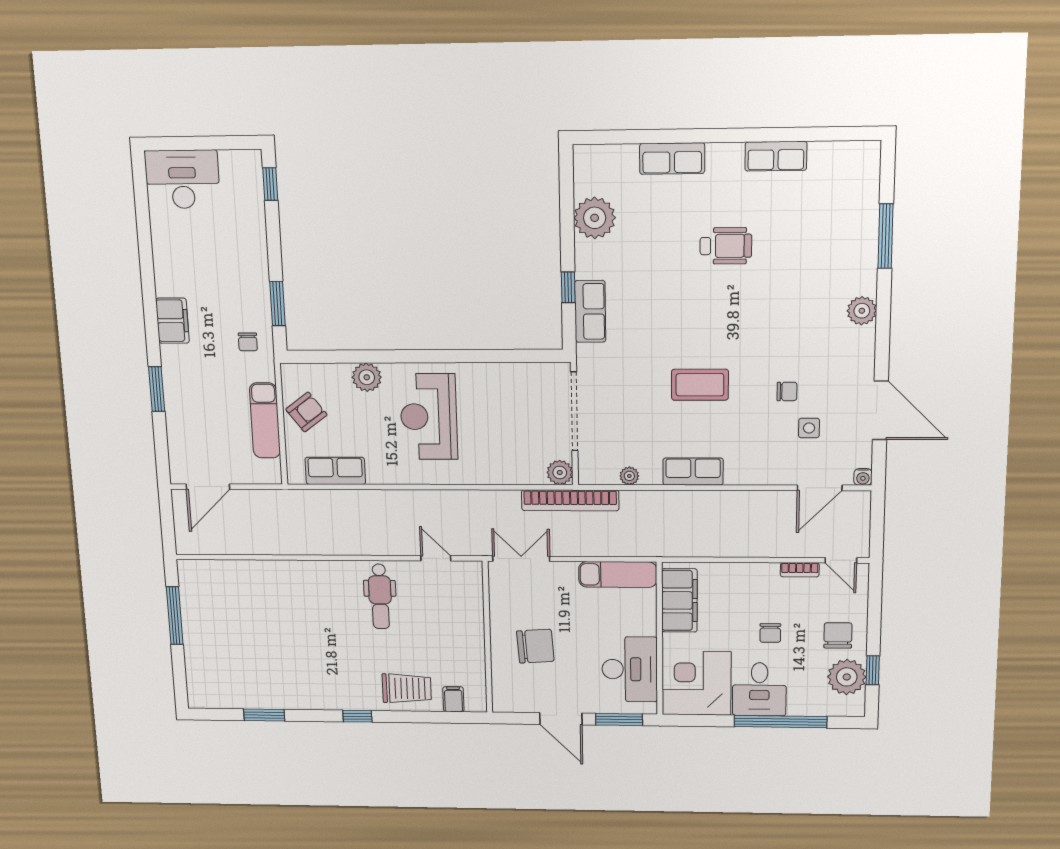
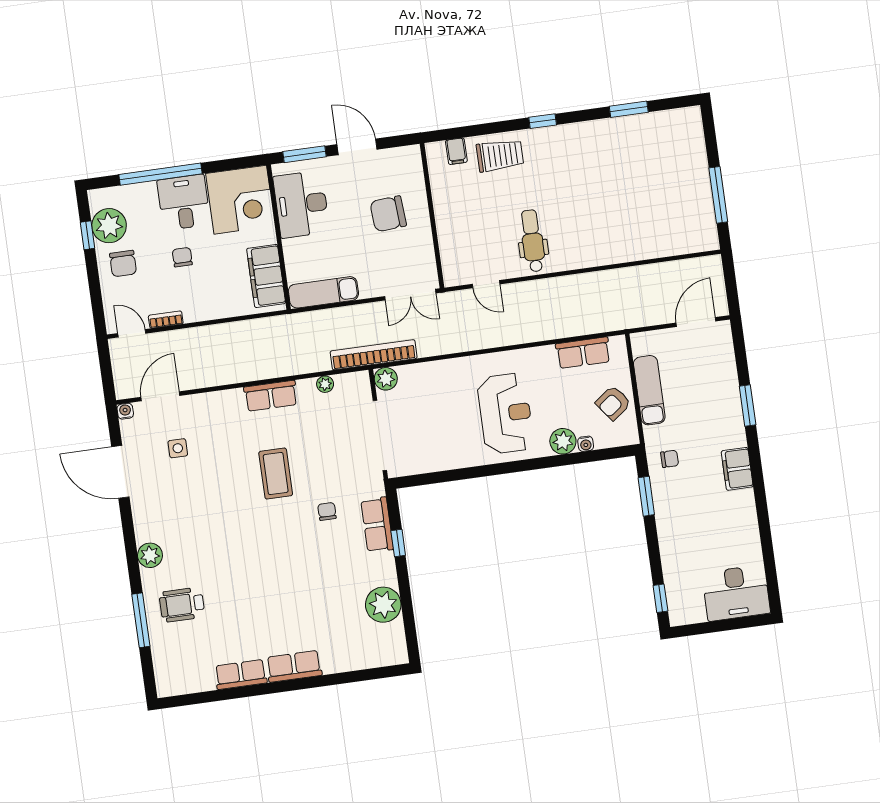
row of seats: (672, 159) -> (294, 666), moved
wheelchair: (726, 246) -> (182, 605), moved
chair: (248, 342) -> (670, 459), turned 90
water cooler: (341, 371) -> (586, 444), added
coffee table: (700, 385) -> (276, 474), turned 90
chair: (787, 391) -> (327, 511), moved, turned 90
trolley: (407, 688) -> (500, 155), turned 180

